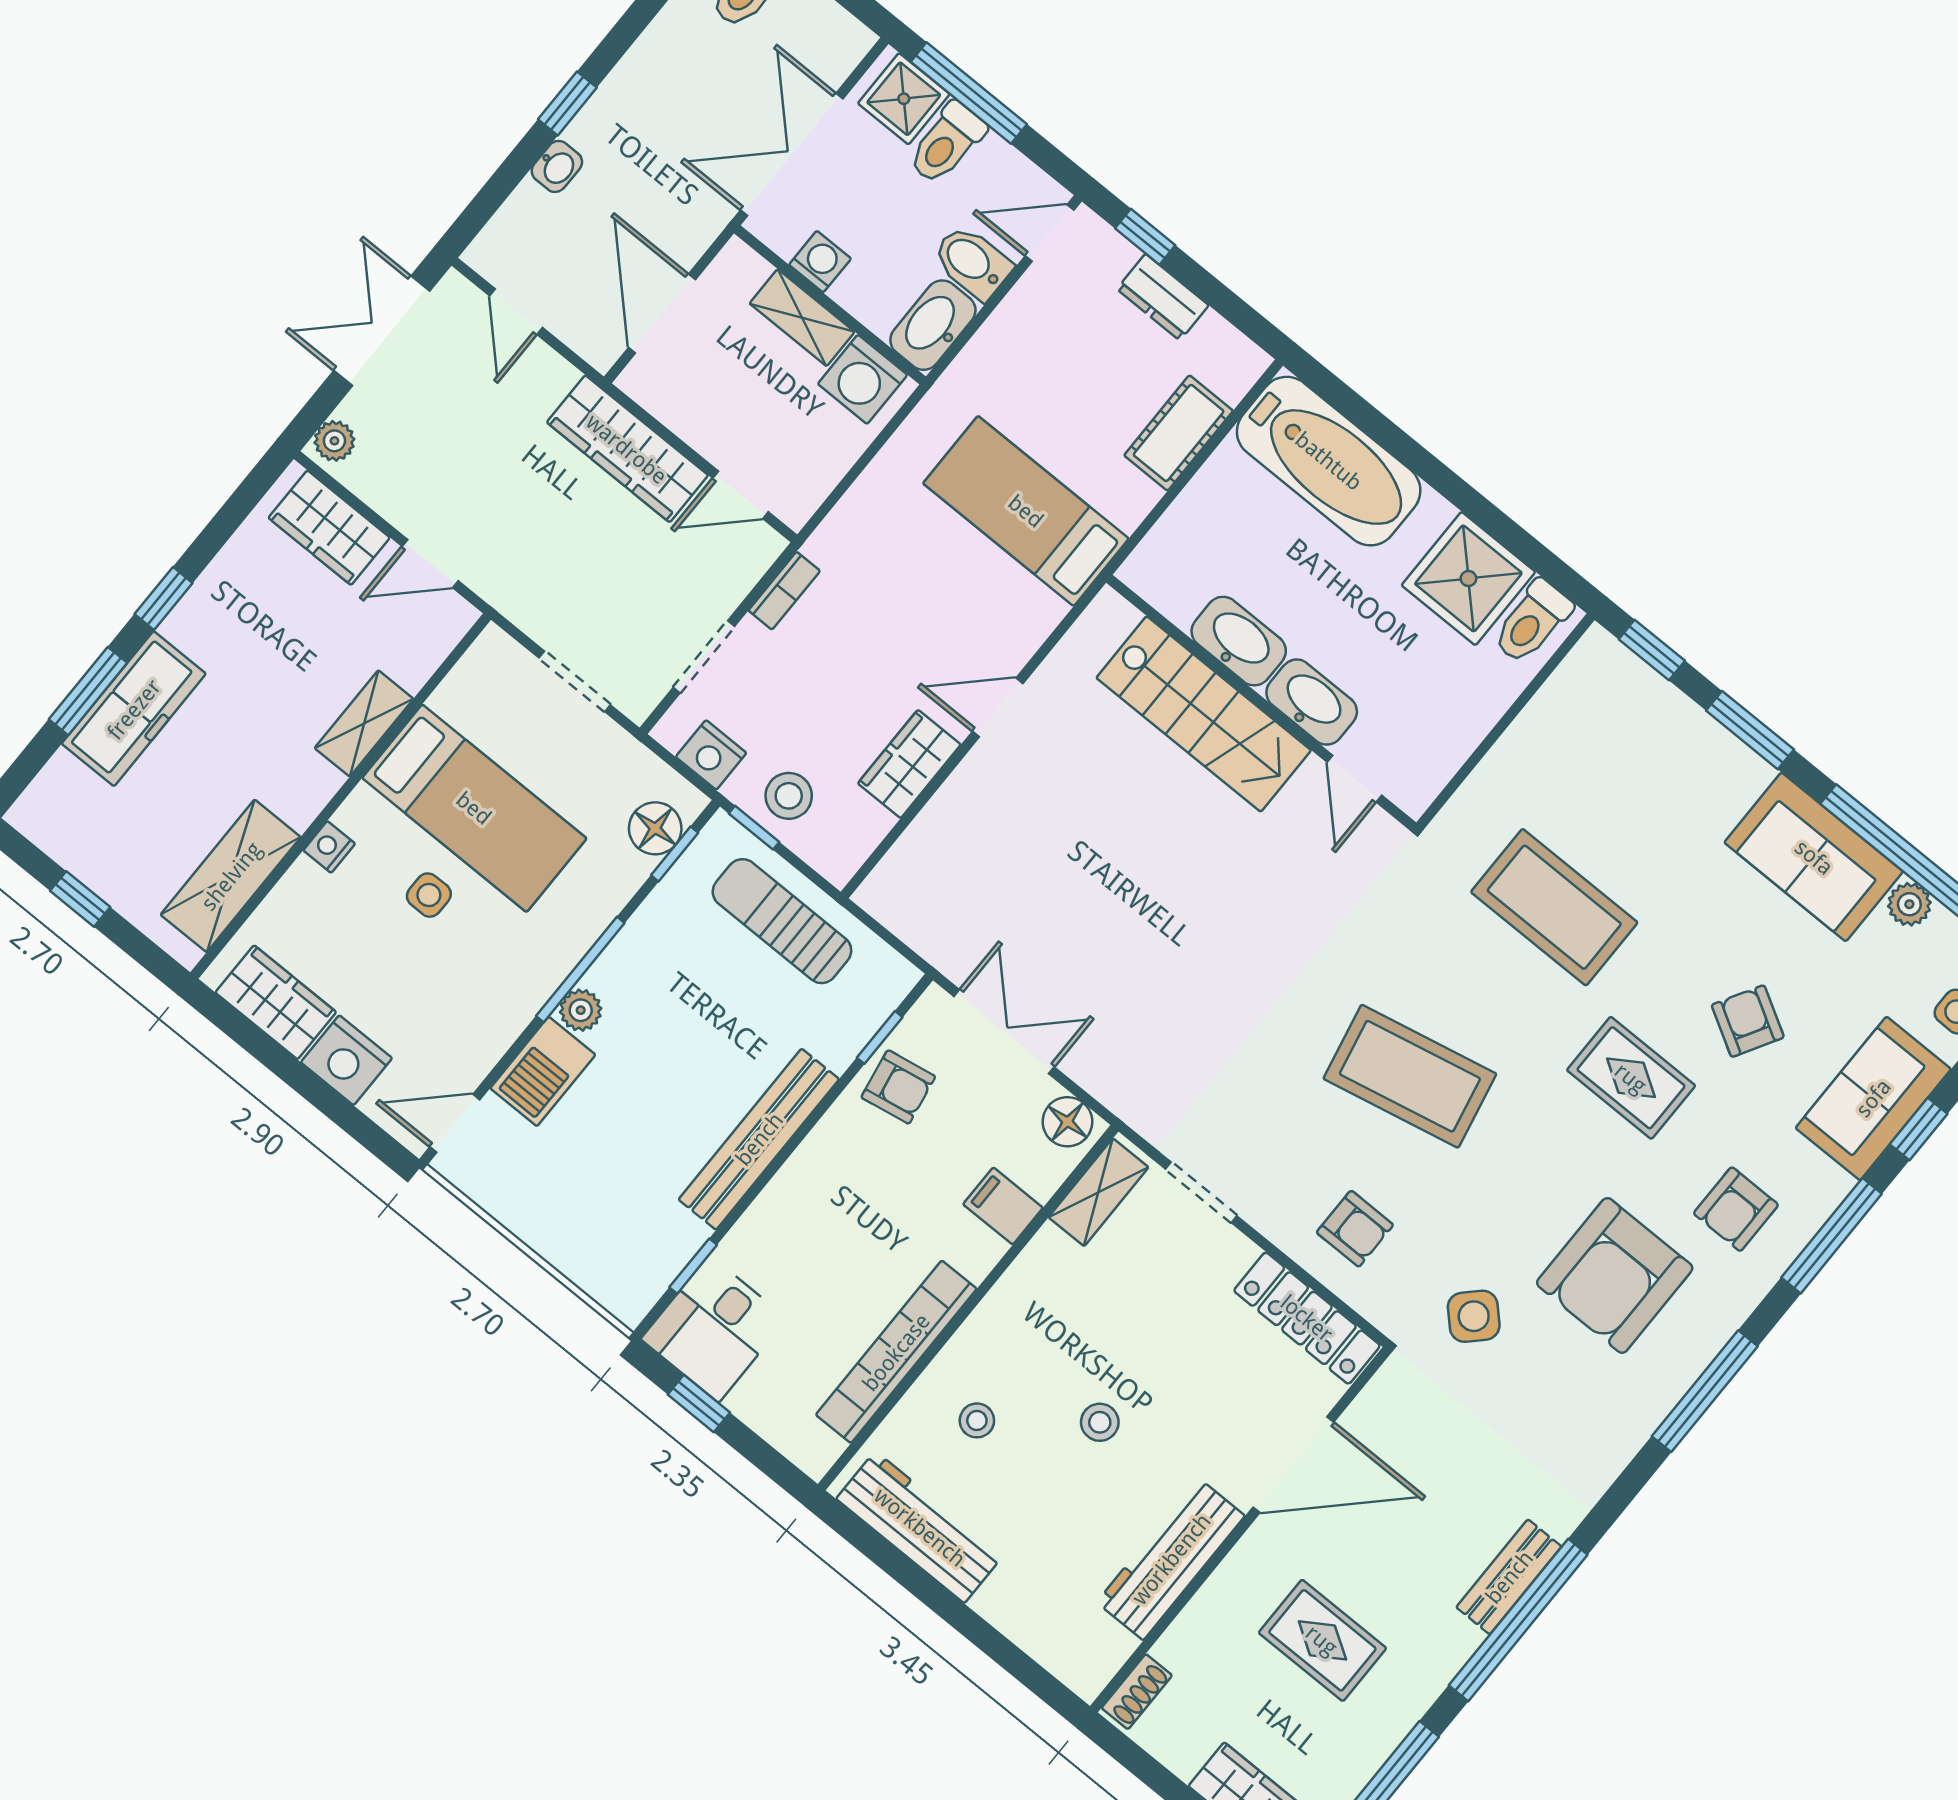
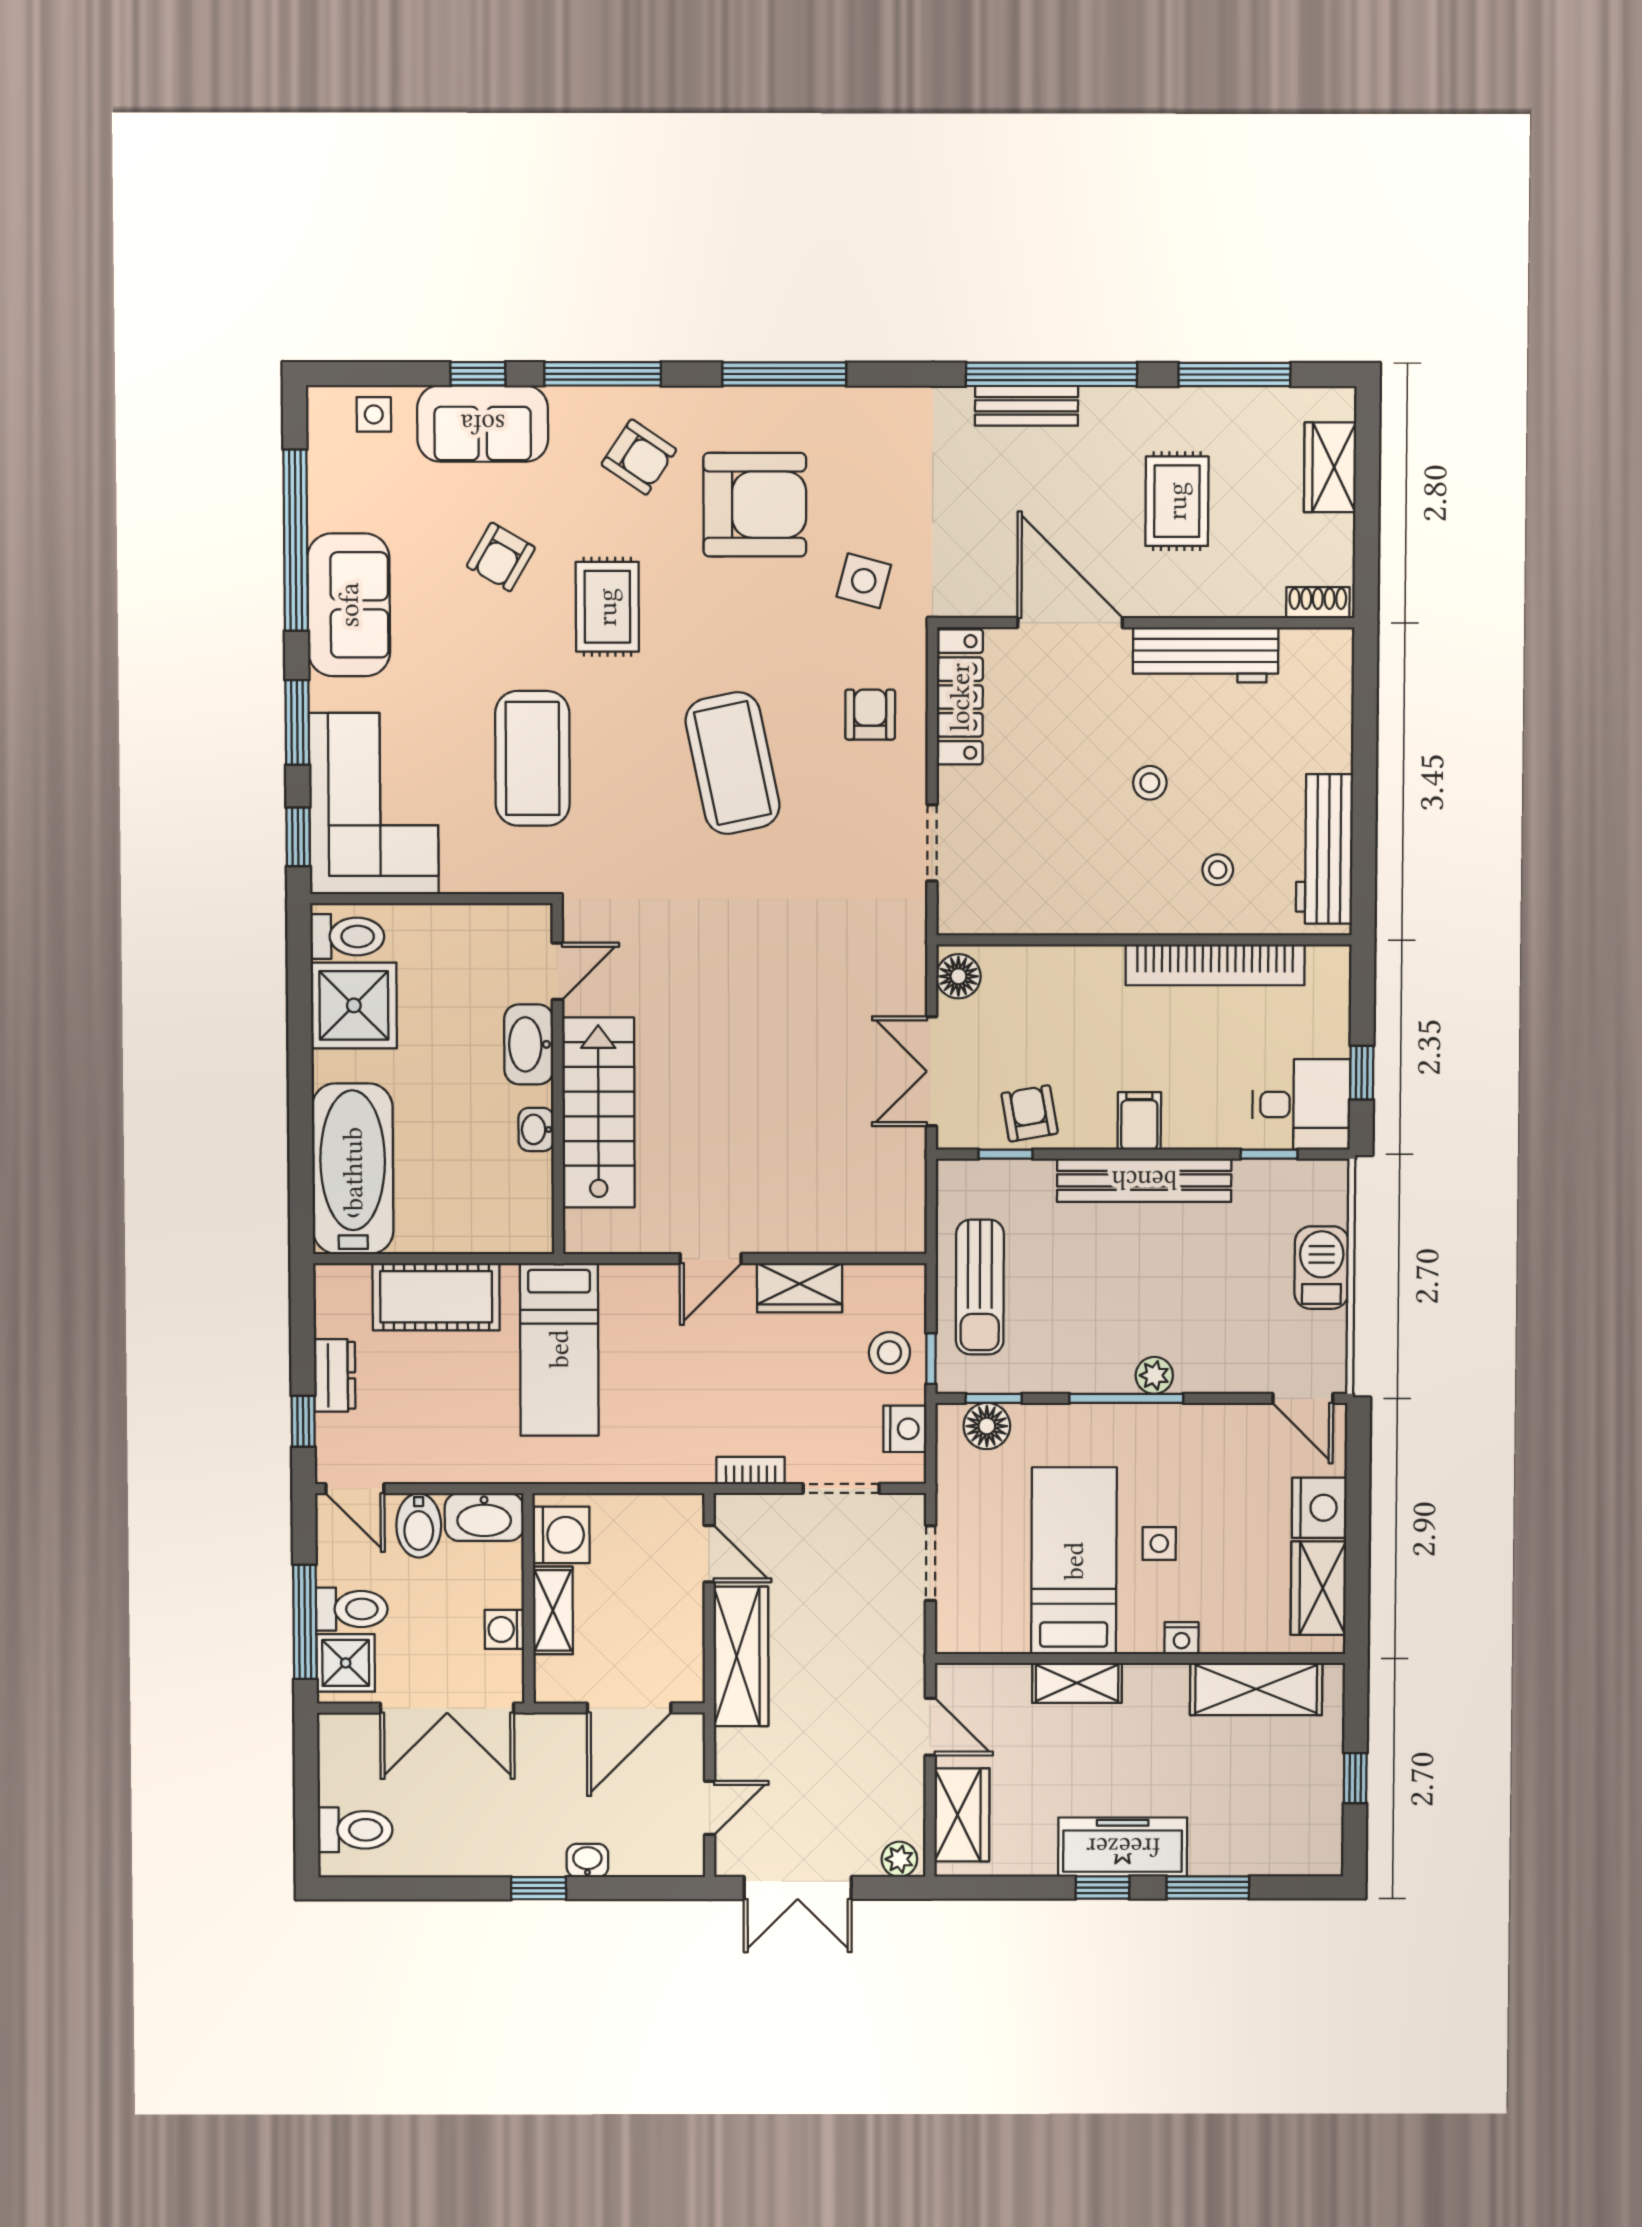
cot: (1179, 433) -> (436, 1297), width x1.37, depth x1.34
washbasin: (1239, 641) -> (536, 1129), width x0.52, depth x0.69
door: (998, 707) -> (711, 1259), hinge flipped
freezer: (134, 709) -> (1123, 1847), moved
corner sofa: (1627, 739) -> (374, 804), added
plant: (1909, 904) -> (326, 510), removed
barbecue: (543, 1071) -> (1322, 1268), moved, turned -90
shelving: (1098, 1192) -> (990, 915), removed
filing cabinet: (1003, 1206) -> (1139, 1121), moved, turned 180
armchair: (1736, 1209) -> (639, 457), turned 34
side table: (1474, 1316) -> (864, 581), turned -30

